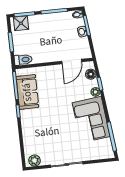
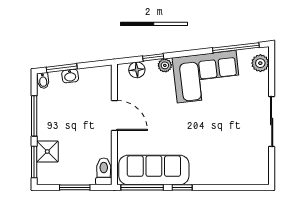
shower: (21, 23) -> (47, 151), moved
door: (72, 62) -> (114, 116), moved
sofa: (27, 92) -> (154, 170), width x1.36
plant: (34, 161) -> (260, 63), moved

